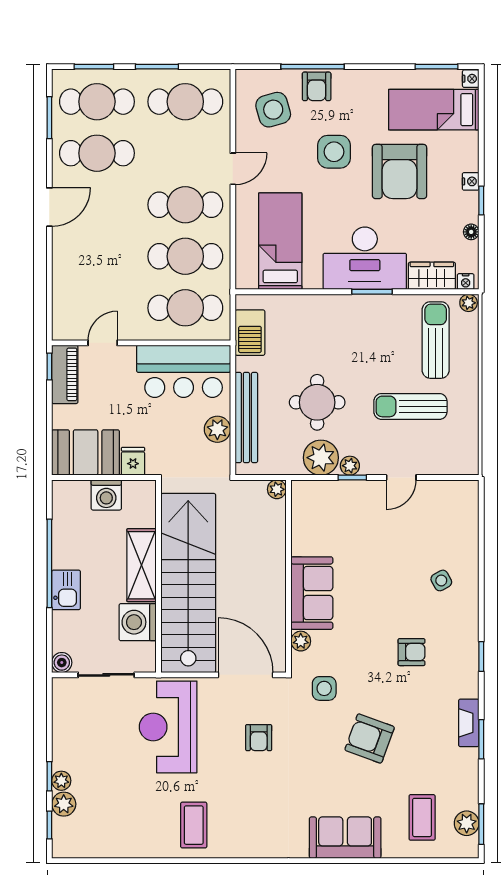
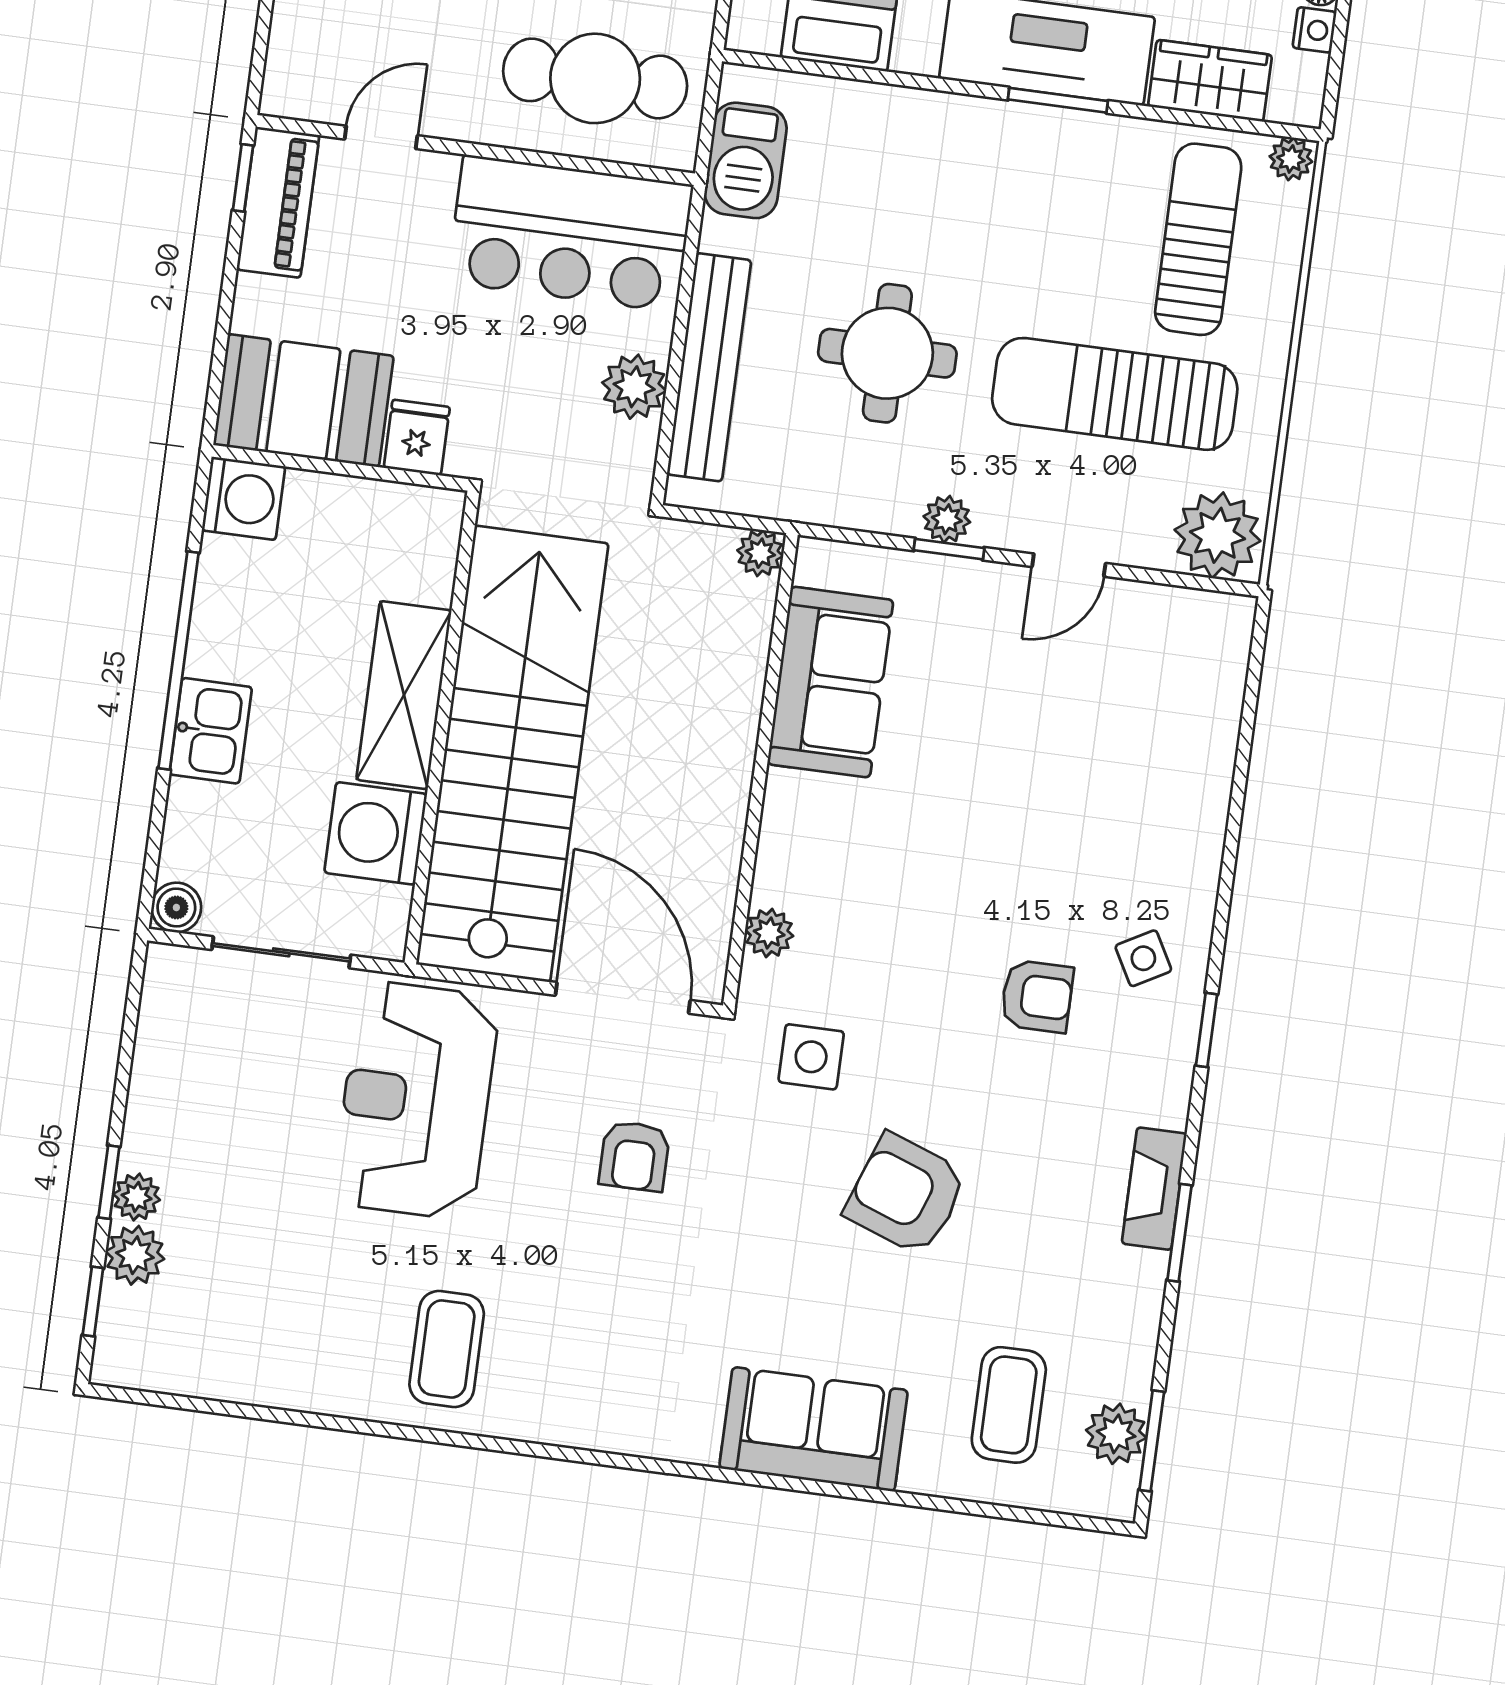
nightstand: (466, 282) -> (1314, 30), moved, turned -90
sun lounger: (410, 406) -> (1115, 394), width x1.36, depth x1.34
plant: (321, 458) -> (1218, 535), moved
washing machine: (106, 495) -> (244, 498), moved, turned -90
side table: (441, 580) -> (1143, 958), moved
sofa: (312, 593) -> (830, 682), moved

